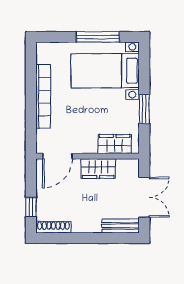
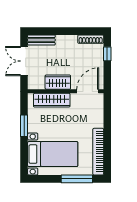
window: (98, 37) -> (77, 179), moved
bookcase: (43, 96) -> (98, 152), moved
wardrobe: (115, 144) -> (52, 100), width x1.50

